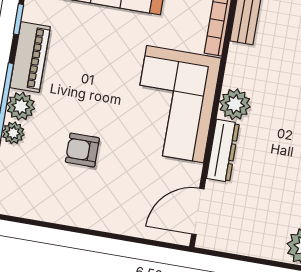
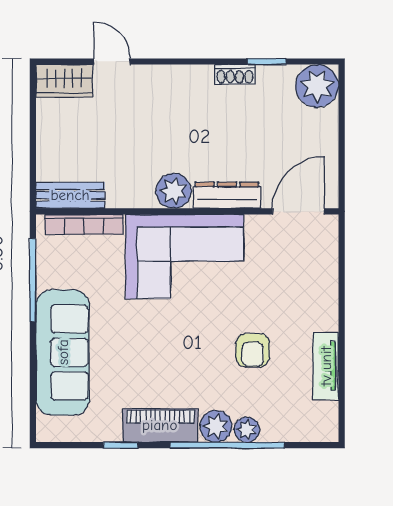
door: (198, 211) -> (299, 211), swing flipped
tv unit: (58, 212) -> (326, 366), added

